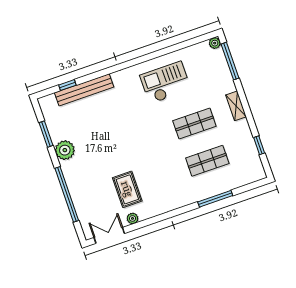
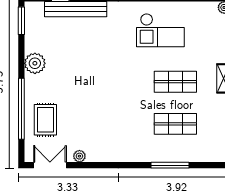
checkout: (165, 83) -> (160, 30), turned 180
window: (46, 134) -> (21, 21), moved
rug: (127, 189) -> (45, 120), moved

